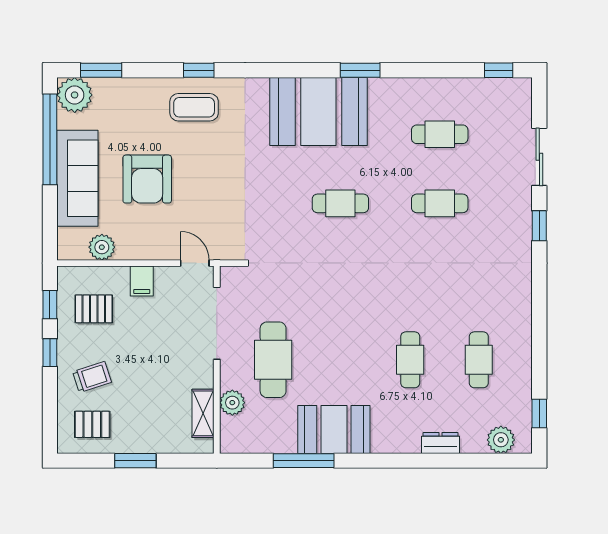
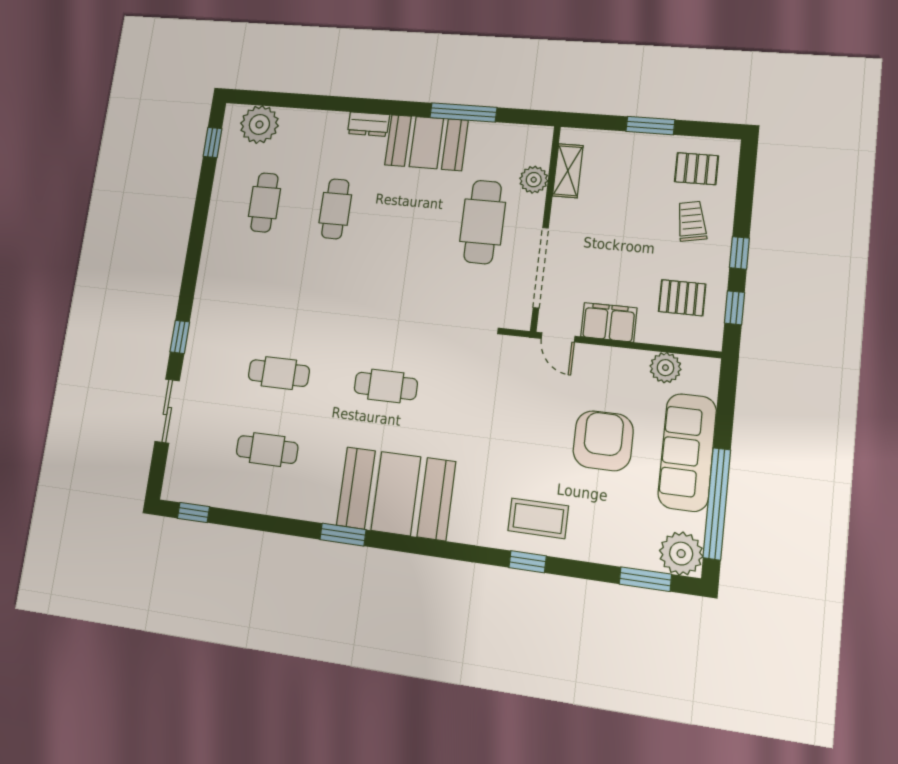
filing cabinet: (142, 281) -> (609, 322), width x2.00
trolley: (92, 377) -> (692, 221), turned 97
plant: (501, 440) -> (259, 124), width x1.36, depth x1.36
dresser: (440, 443) -> (368, 124), moved

